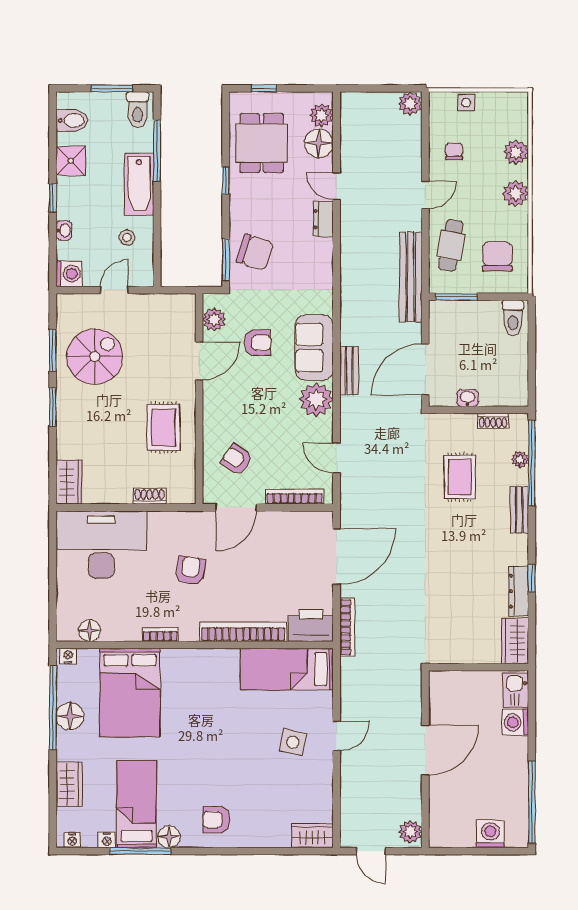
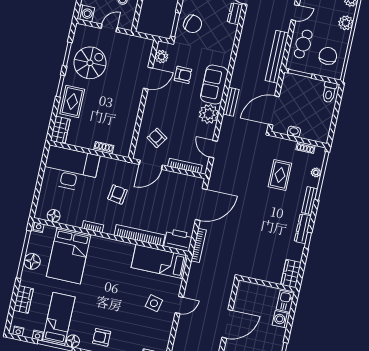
rug: (163, 427) -> (72, 101), moved
dresser: (519, 591) -> (303, 229), moved

